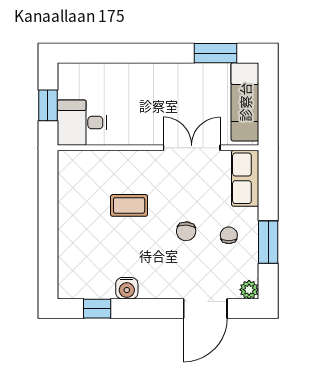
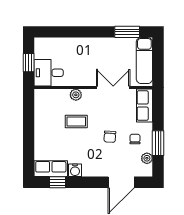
plant: (128, 160) -> (76, 95), added
row of seats: (86, 286) -> (51, 169), added
plant: (249, 290) -> (147, 158), moved

